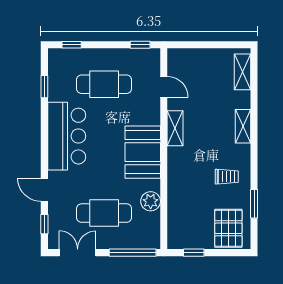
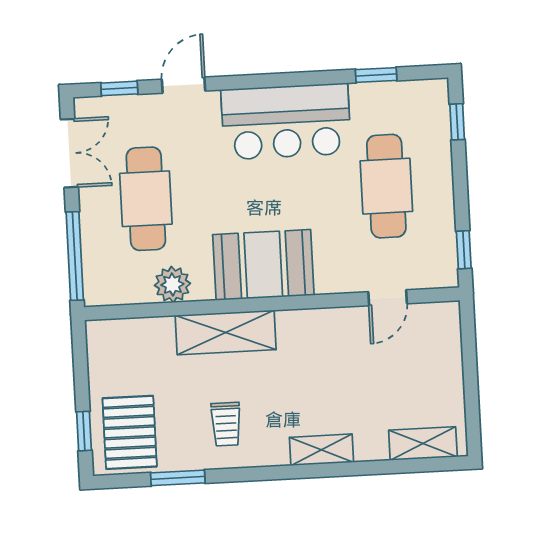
shelving: (175, 128) -> (226, 332), moved, width x1.50, depth x1.33
pallet: (228, 228) -> (130, 432), turned 90
window: (194, 253) -> (84, 431), moved

